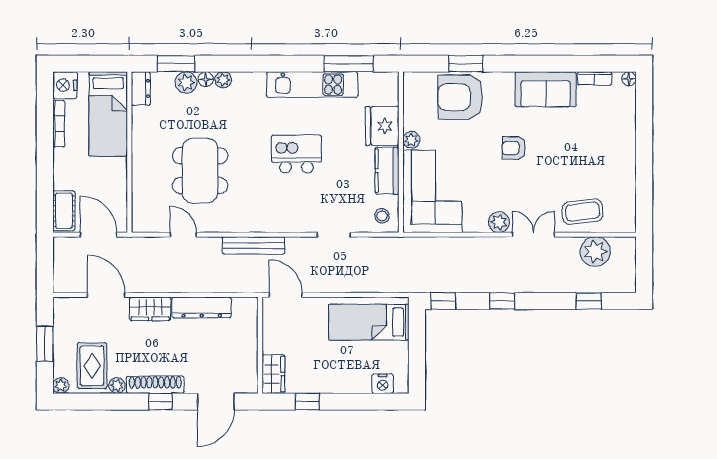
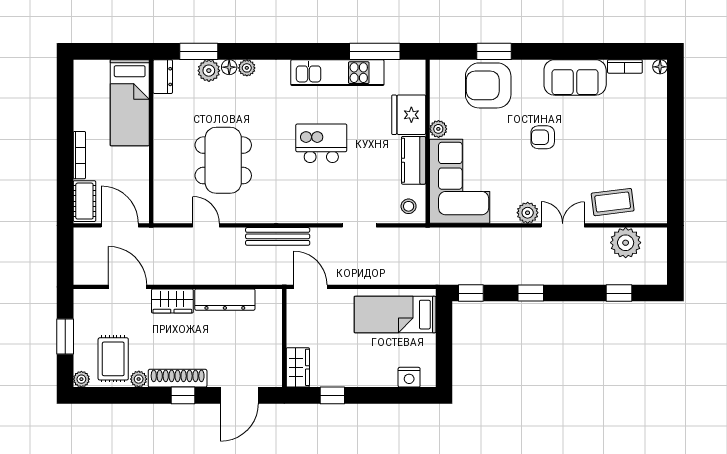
nightstand: (65, 85) -> (86, 73), removed
bookcase: (59, 124) -> (79, 155), moved

